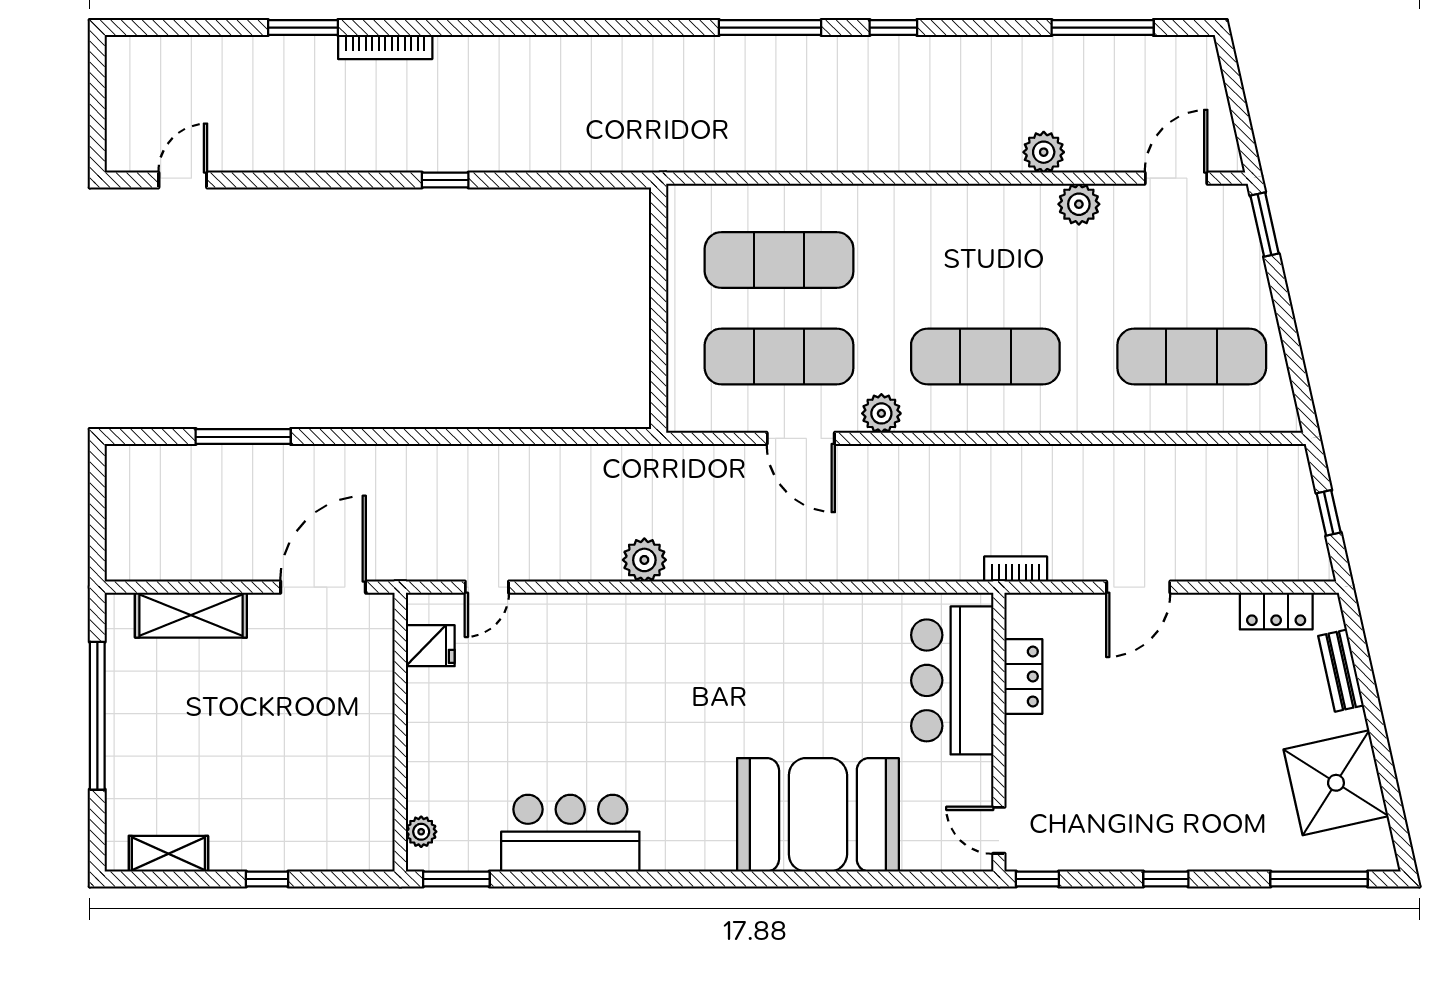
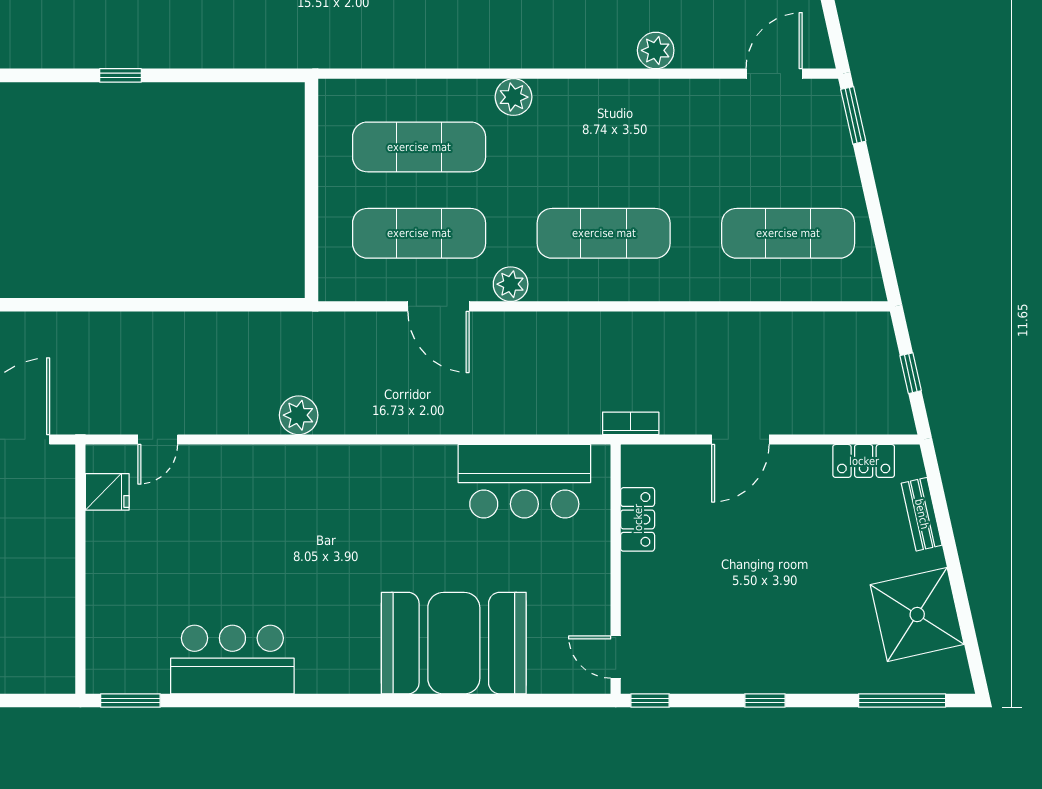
plant: (1079, 204) -> (513, 97), moved
bar counter: (952, 680) -> (524, 481), moved, turned -90
plant: (421, 832) -> (99, 658), removed

